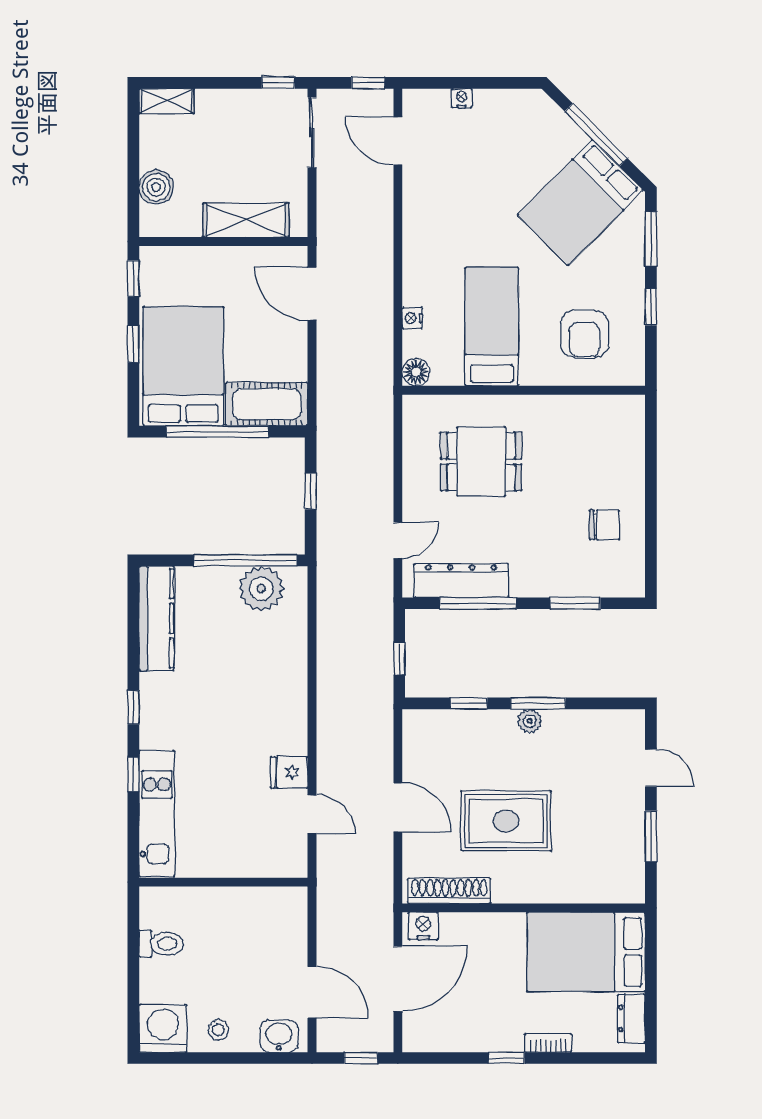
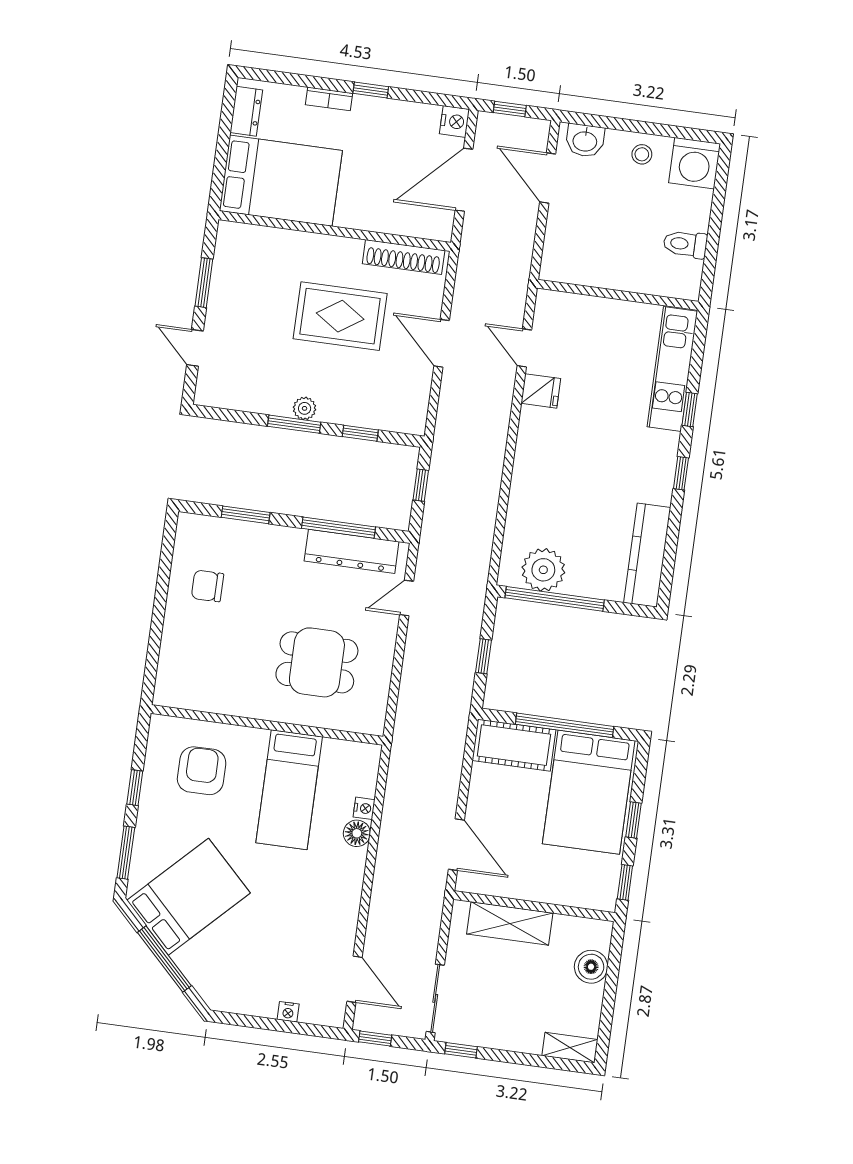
floor lamp: (416, 372) -> (357, 833), moved
nightstand: (423, 926) -> (454, 121), moved, turned -90

